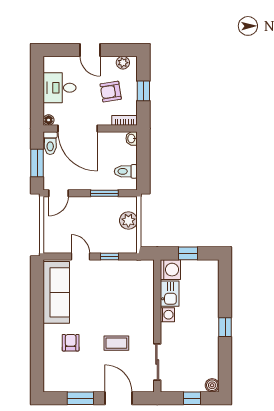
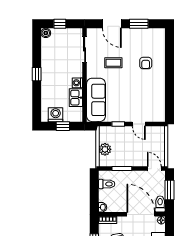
door: (58, 193) -> (154, 169), hinge flipped
washing machine: (170, 270) -> (56, 115), moved, turned 90
sofa: (56, 292) -> (96, 100), moved, turned 180

